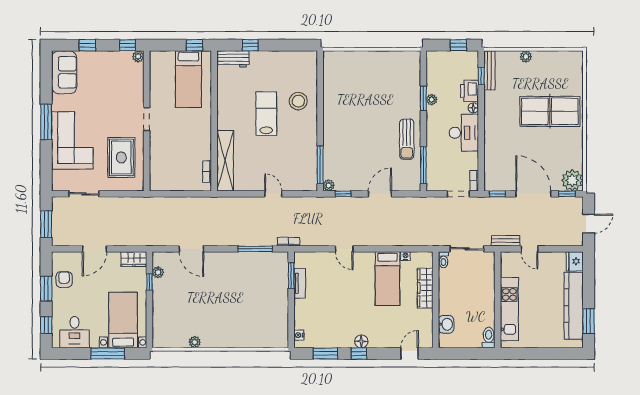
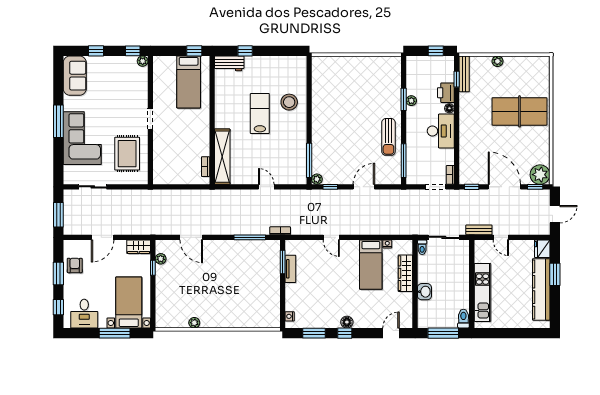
window: (589, 321) -> (555, 274), moved
washbasin: (446, 324) -> (424, 292), moved
window: (467, 353) -> (443, 333), added

